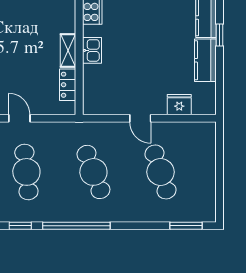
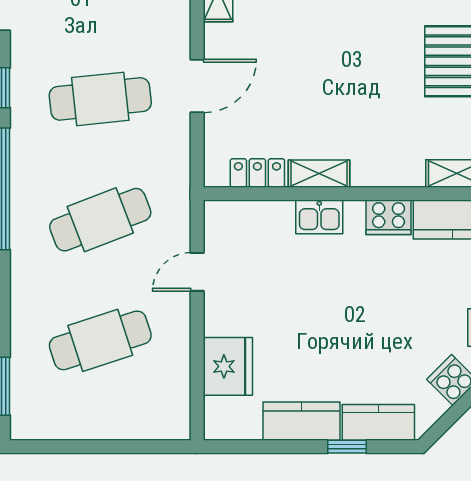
fridge: (179, 105) -> (228, 366), width x1.36, depth x1.34
door: (19, 118) -> (197, 86), width x1.37
door: (140, 118) -> (197, 272), moved

